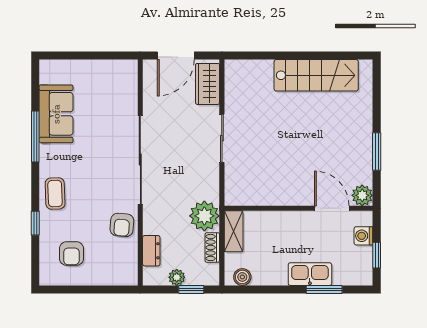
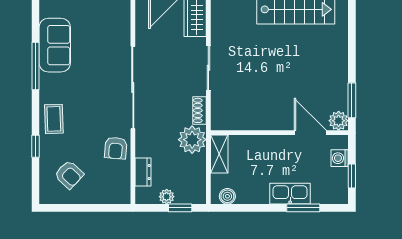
window: (377, 151) -> (352, 100), moved
shoe rack: (212, 248) -> (200, 110), moved
armchair: (71, 254) -> (69, 175), turned -47

